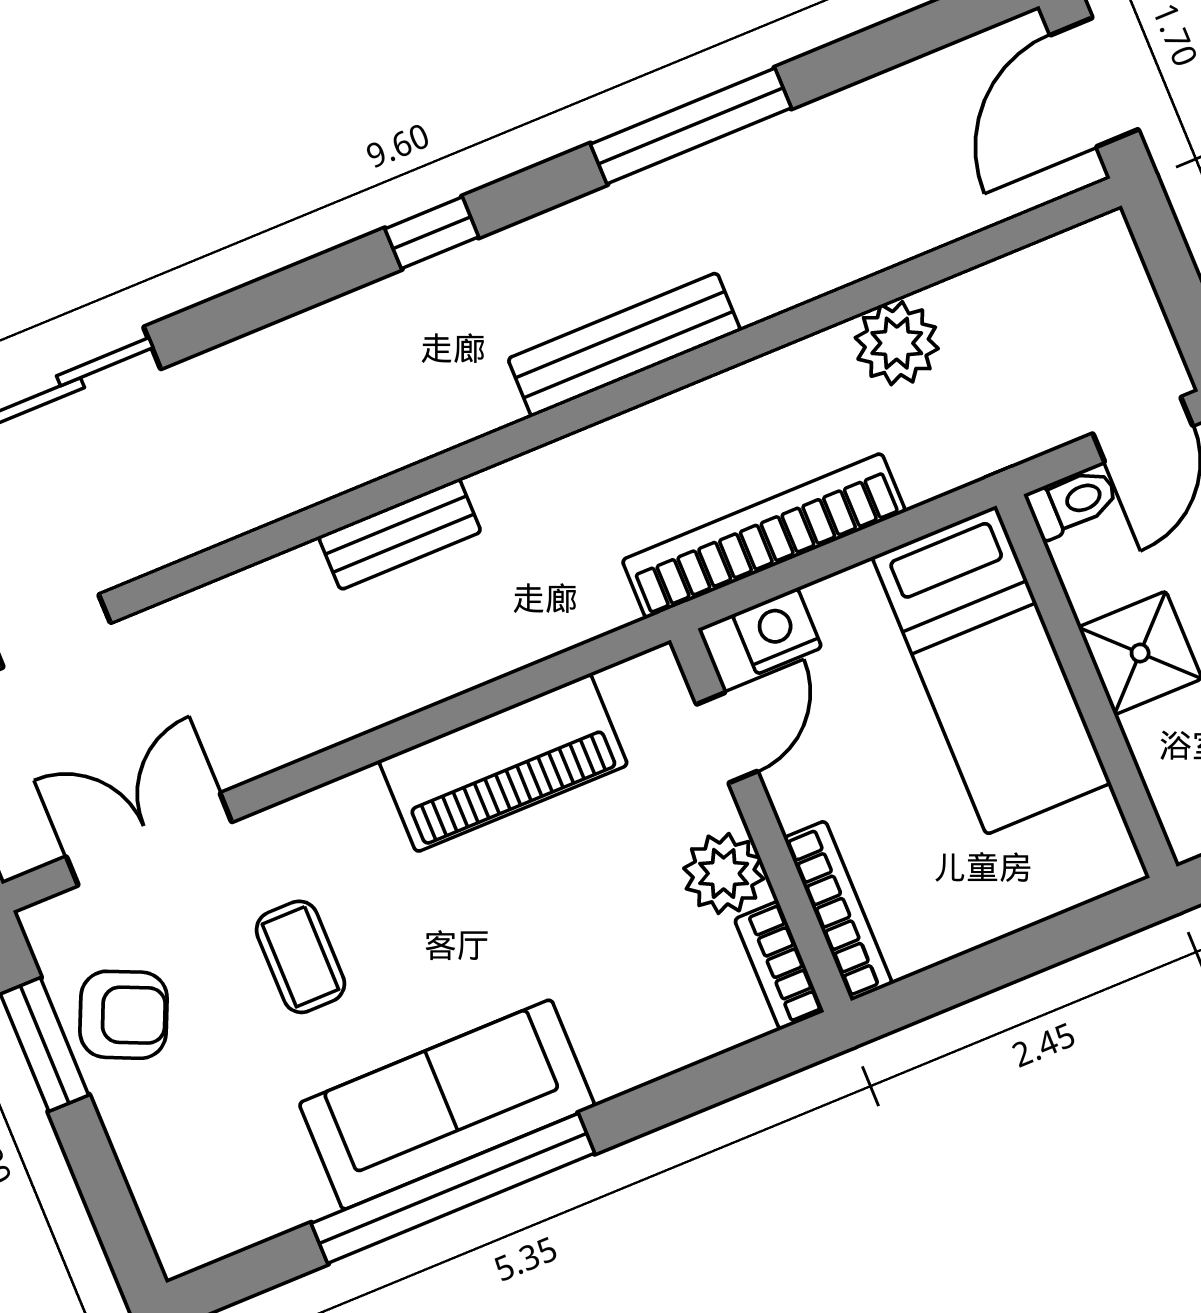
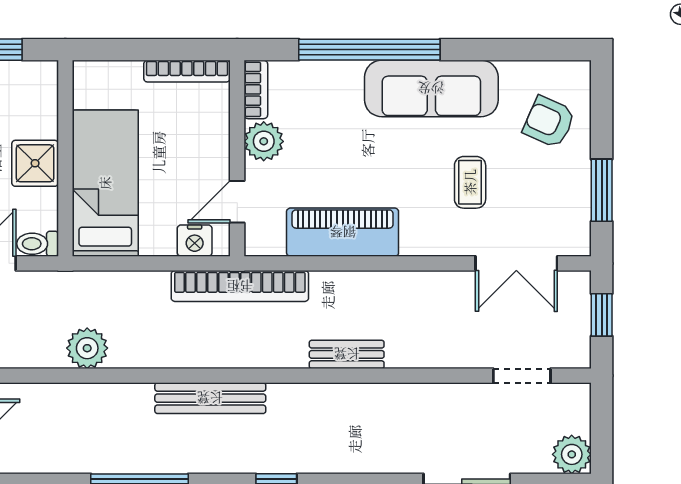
bookcase: (764, 536) -> (240, 286), moved
bookcase: (838, 911) -> (187, 71), moved, turned -90
armchair: (124, 1015) -> (549, 122), moved
window: (453, 1188) -> (369, 50), moved

